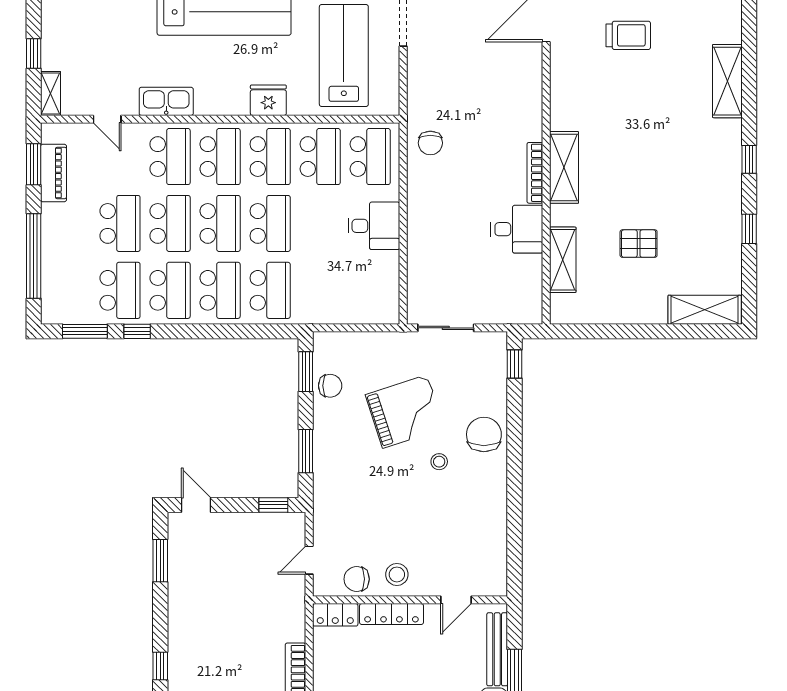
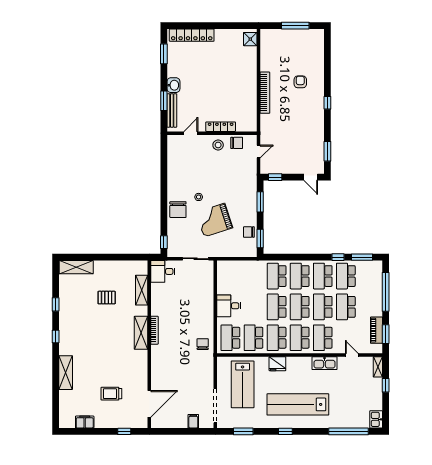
desk: (517, 229) -> (163, 271), moved
locker: (335, 615) -> (247, 126), removed

